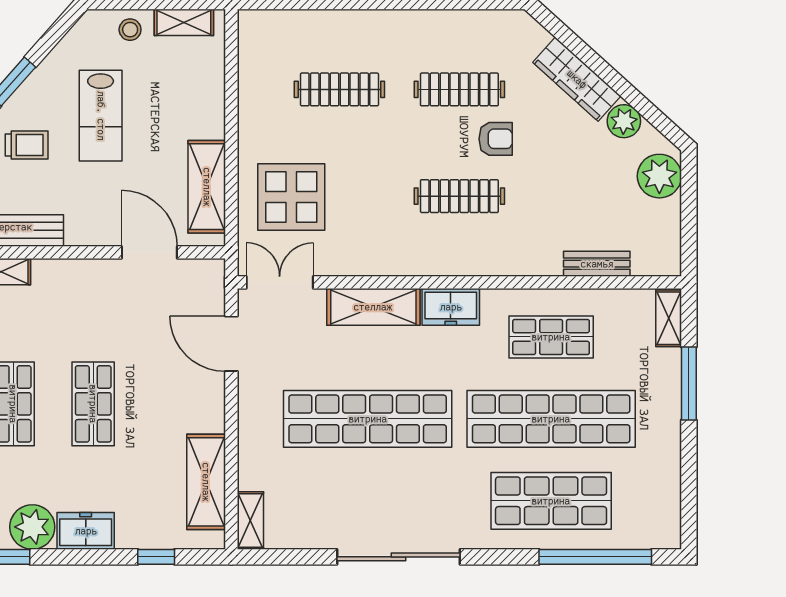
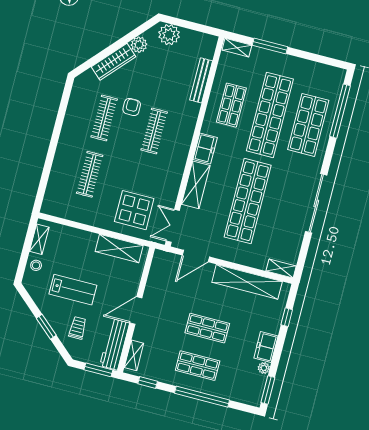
door: (149, 252) -> (136, 310), moved
bench: (597, 264) -> (201, 80), width x1.36
shelving: (206, 482) -> (247, 282), width x1.47
plant: (32, 527) -> (264, 368), width x0.53, depth x0.53

